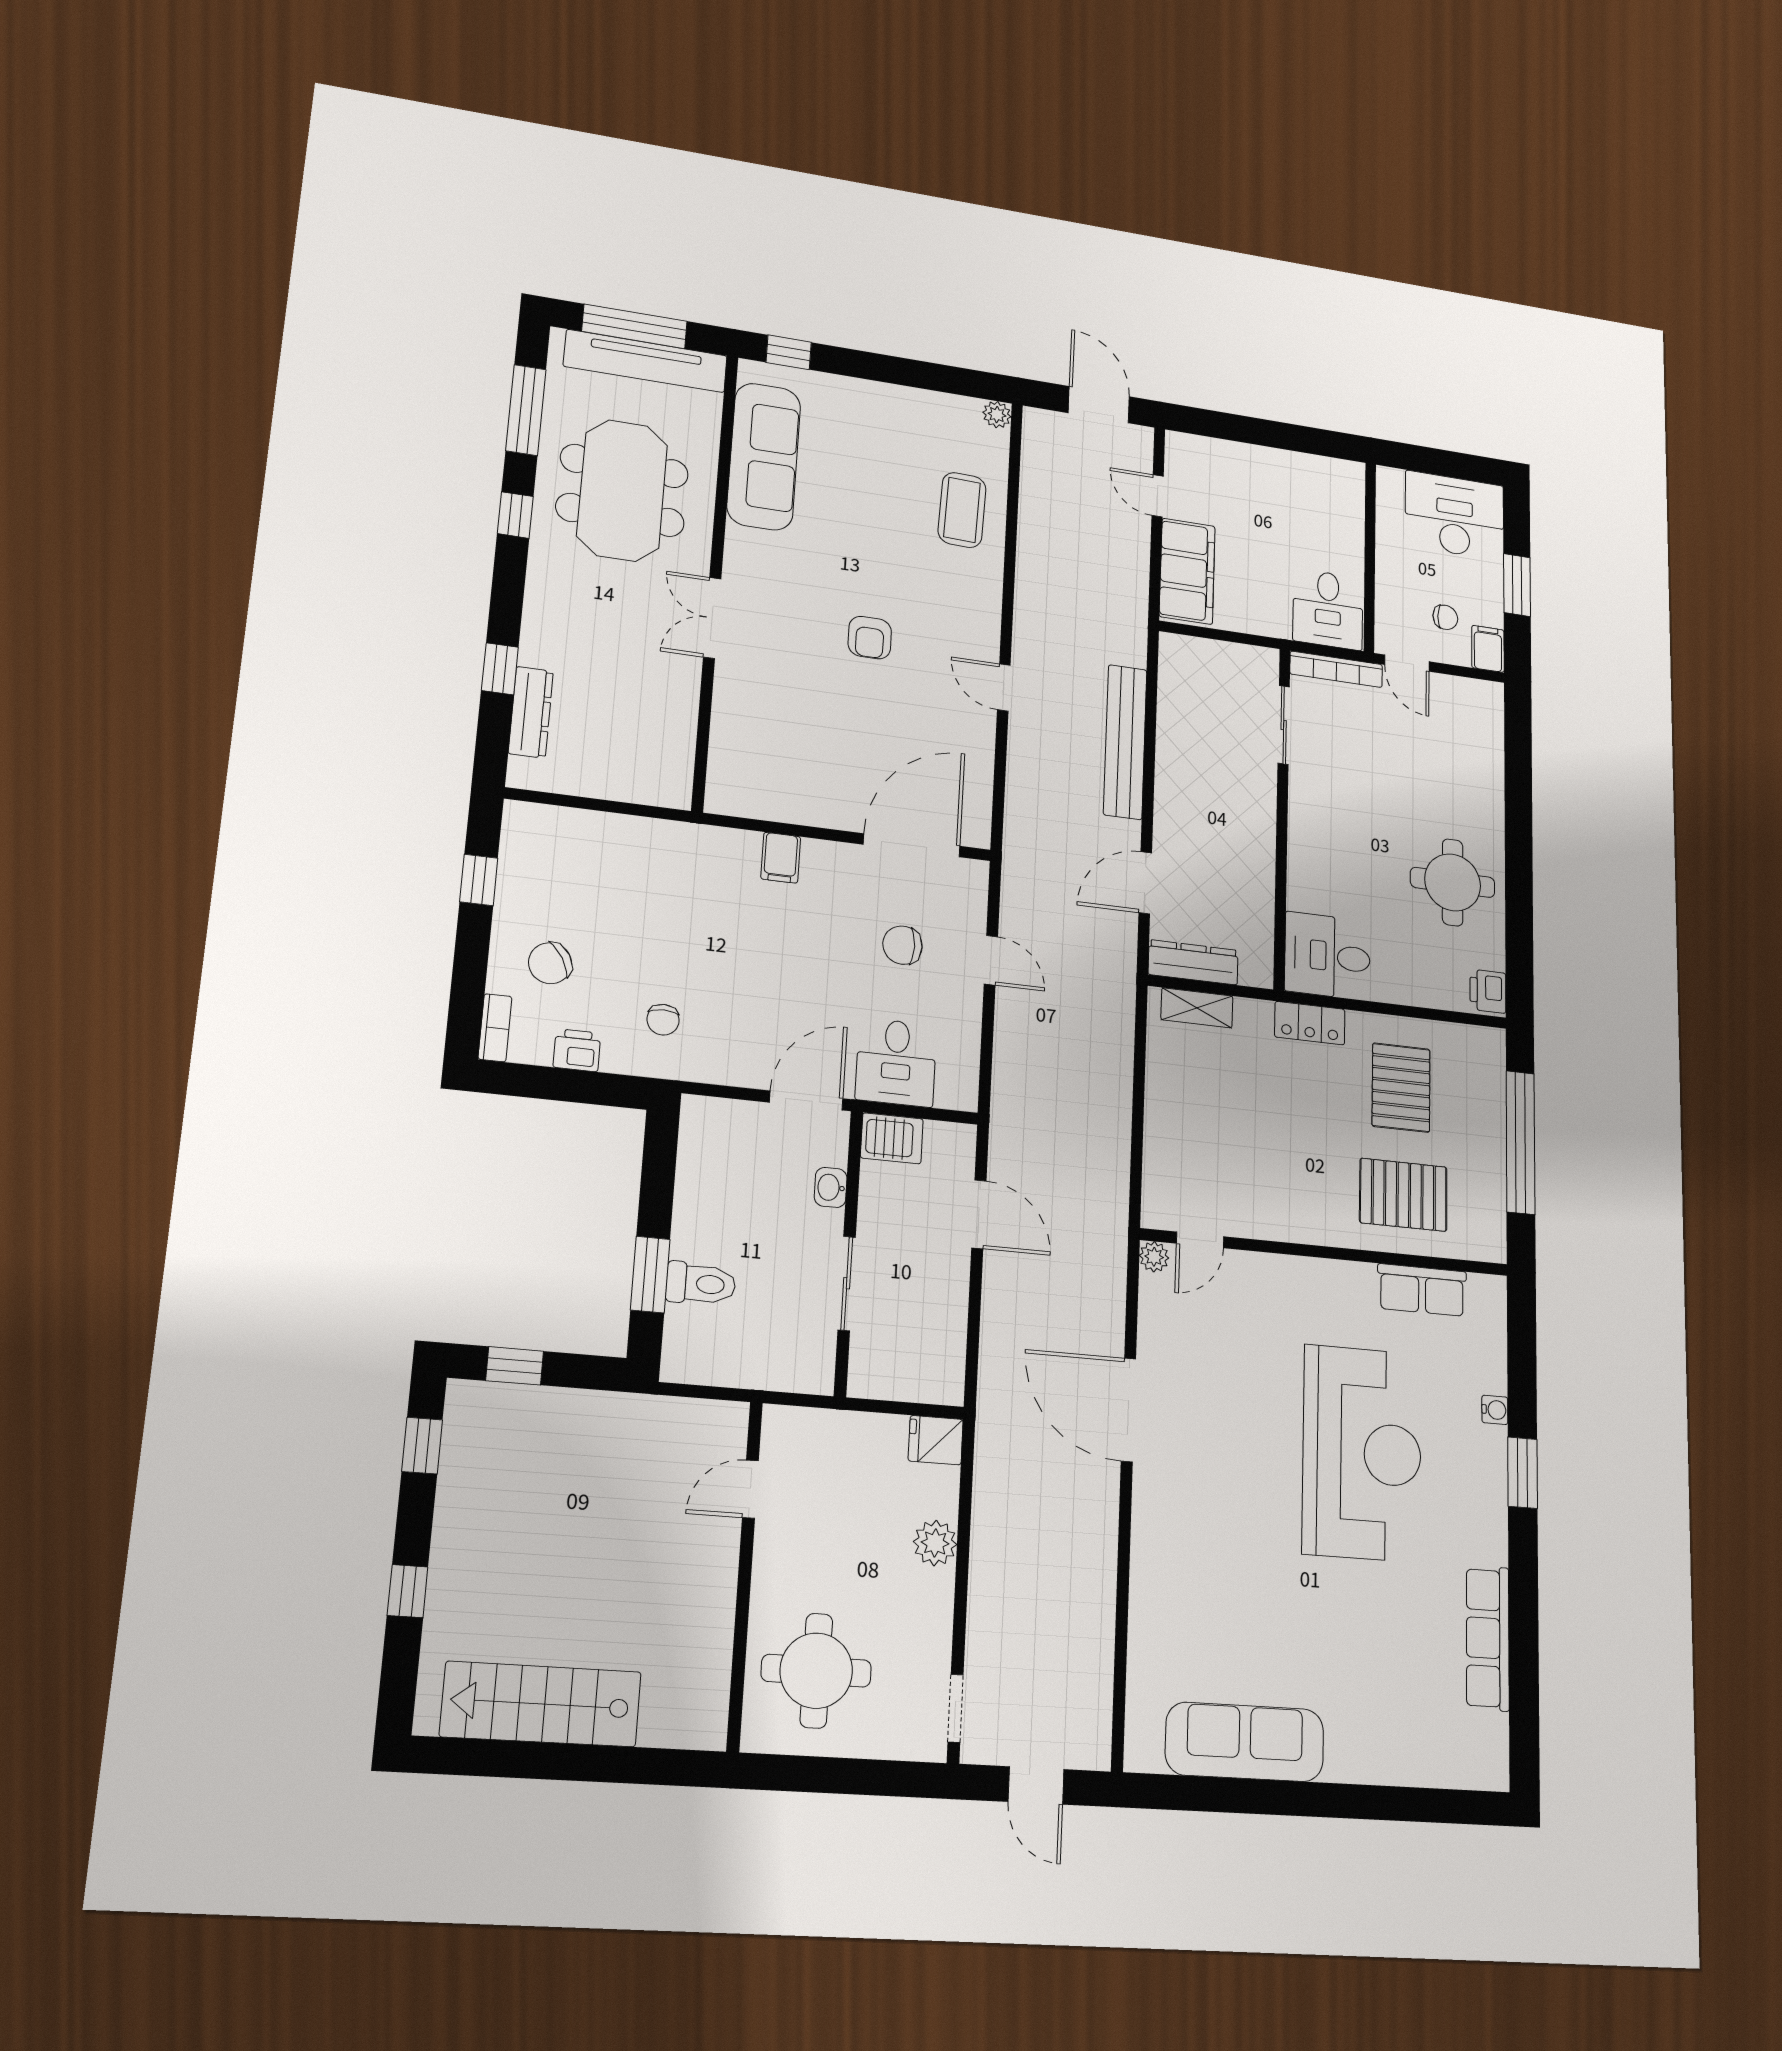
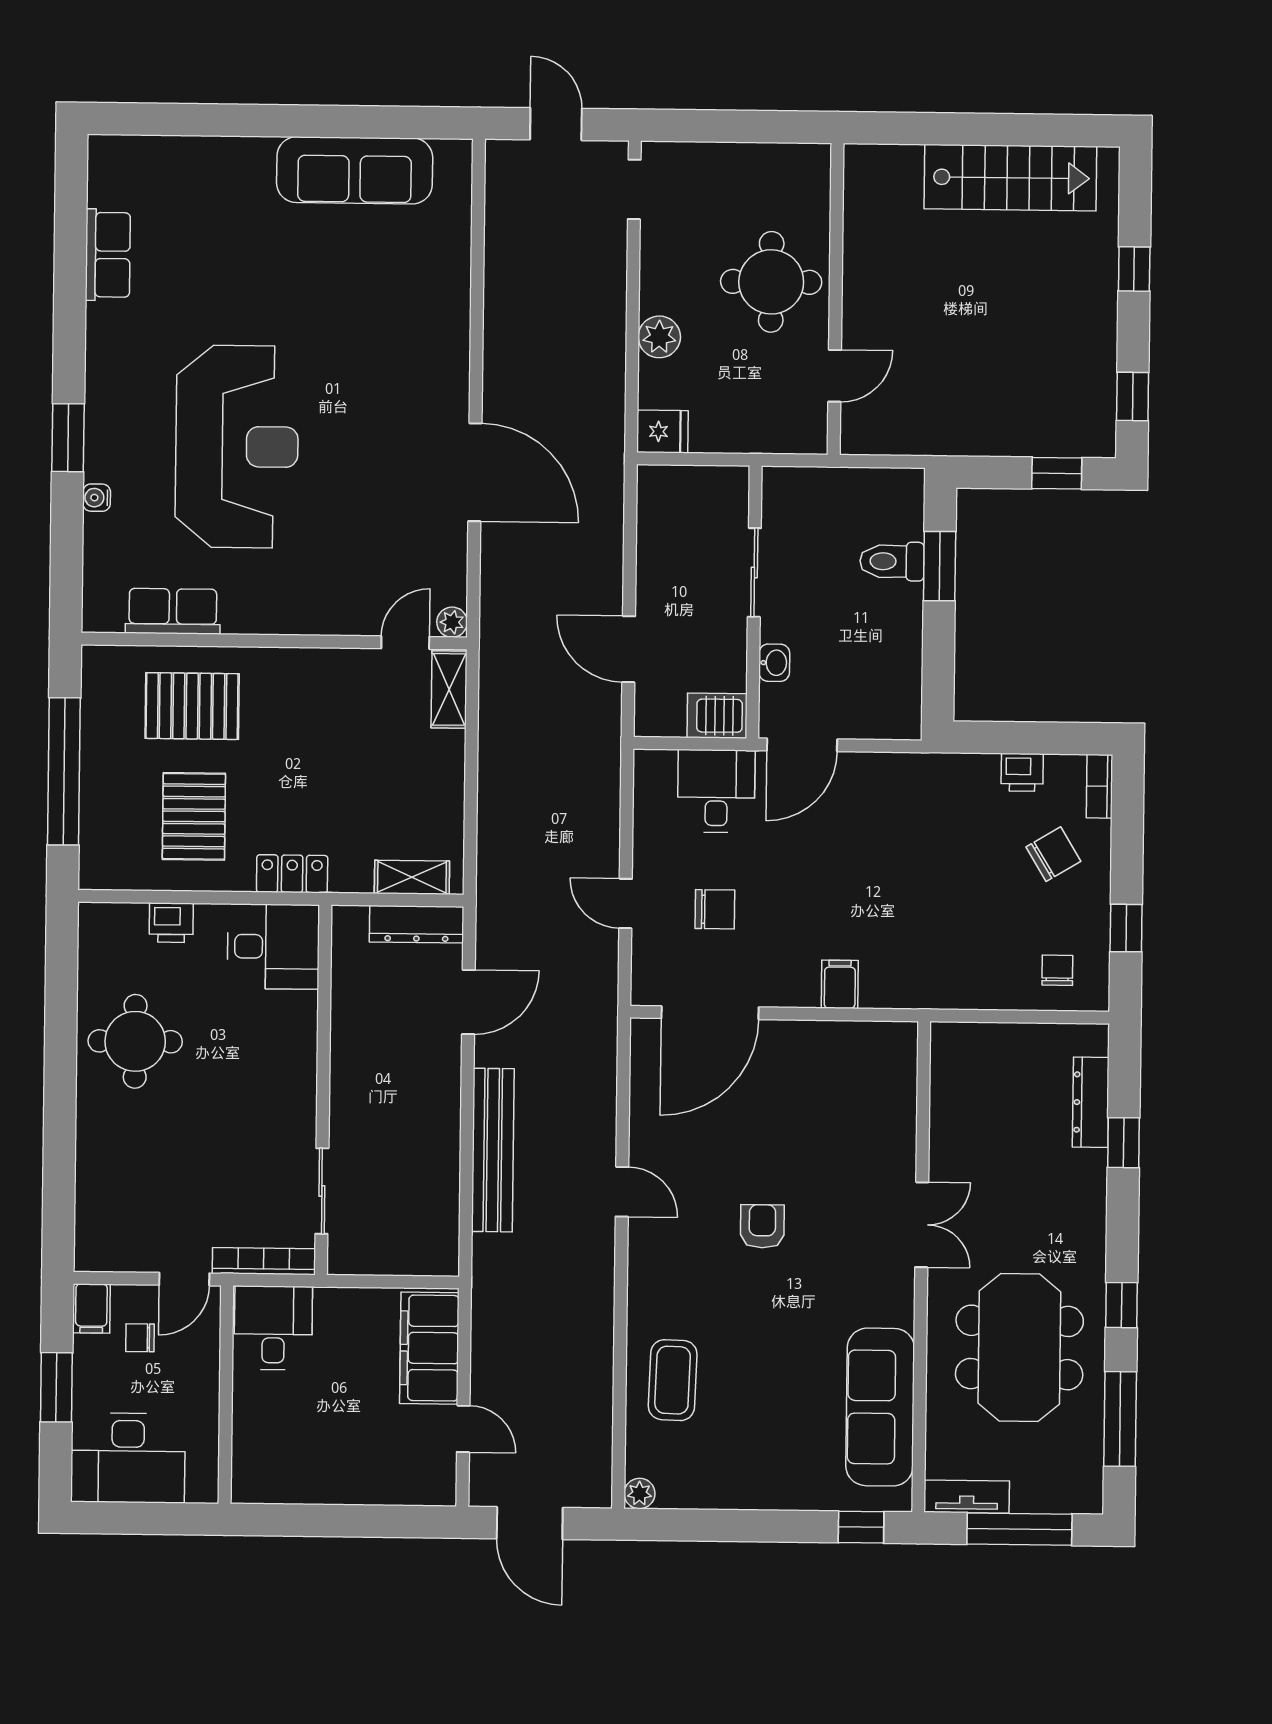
tv unit: (646, 361) -> (967, 1497), width x0.52, depth x0.78
door: (1407, 663) -> (184, 1279), swing flipped
printer: (1488, 991) -> (171, 923), moved, turned 90
chair: (663, 1020) -> (1057, 970), moved
shelving: (1158, 1189) -> (449, 689), added
reception desk: (1362, 1453) -> (237, 447), turned 180
row of seats: (1488, 1638) -> (108, 255), width x0.68
round table: (816, 1671) -> (771, 282), moved

